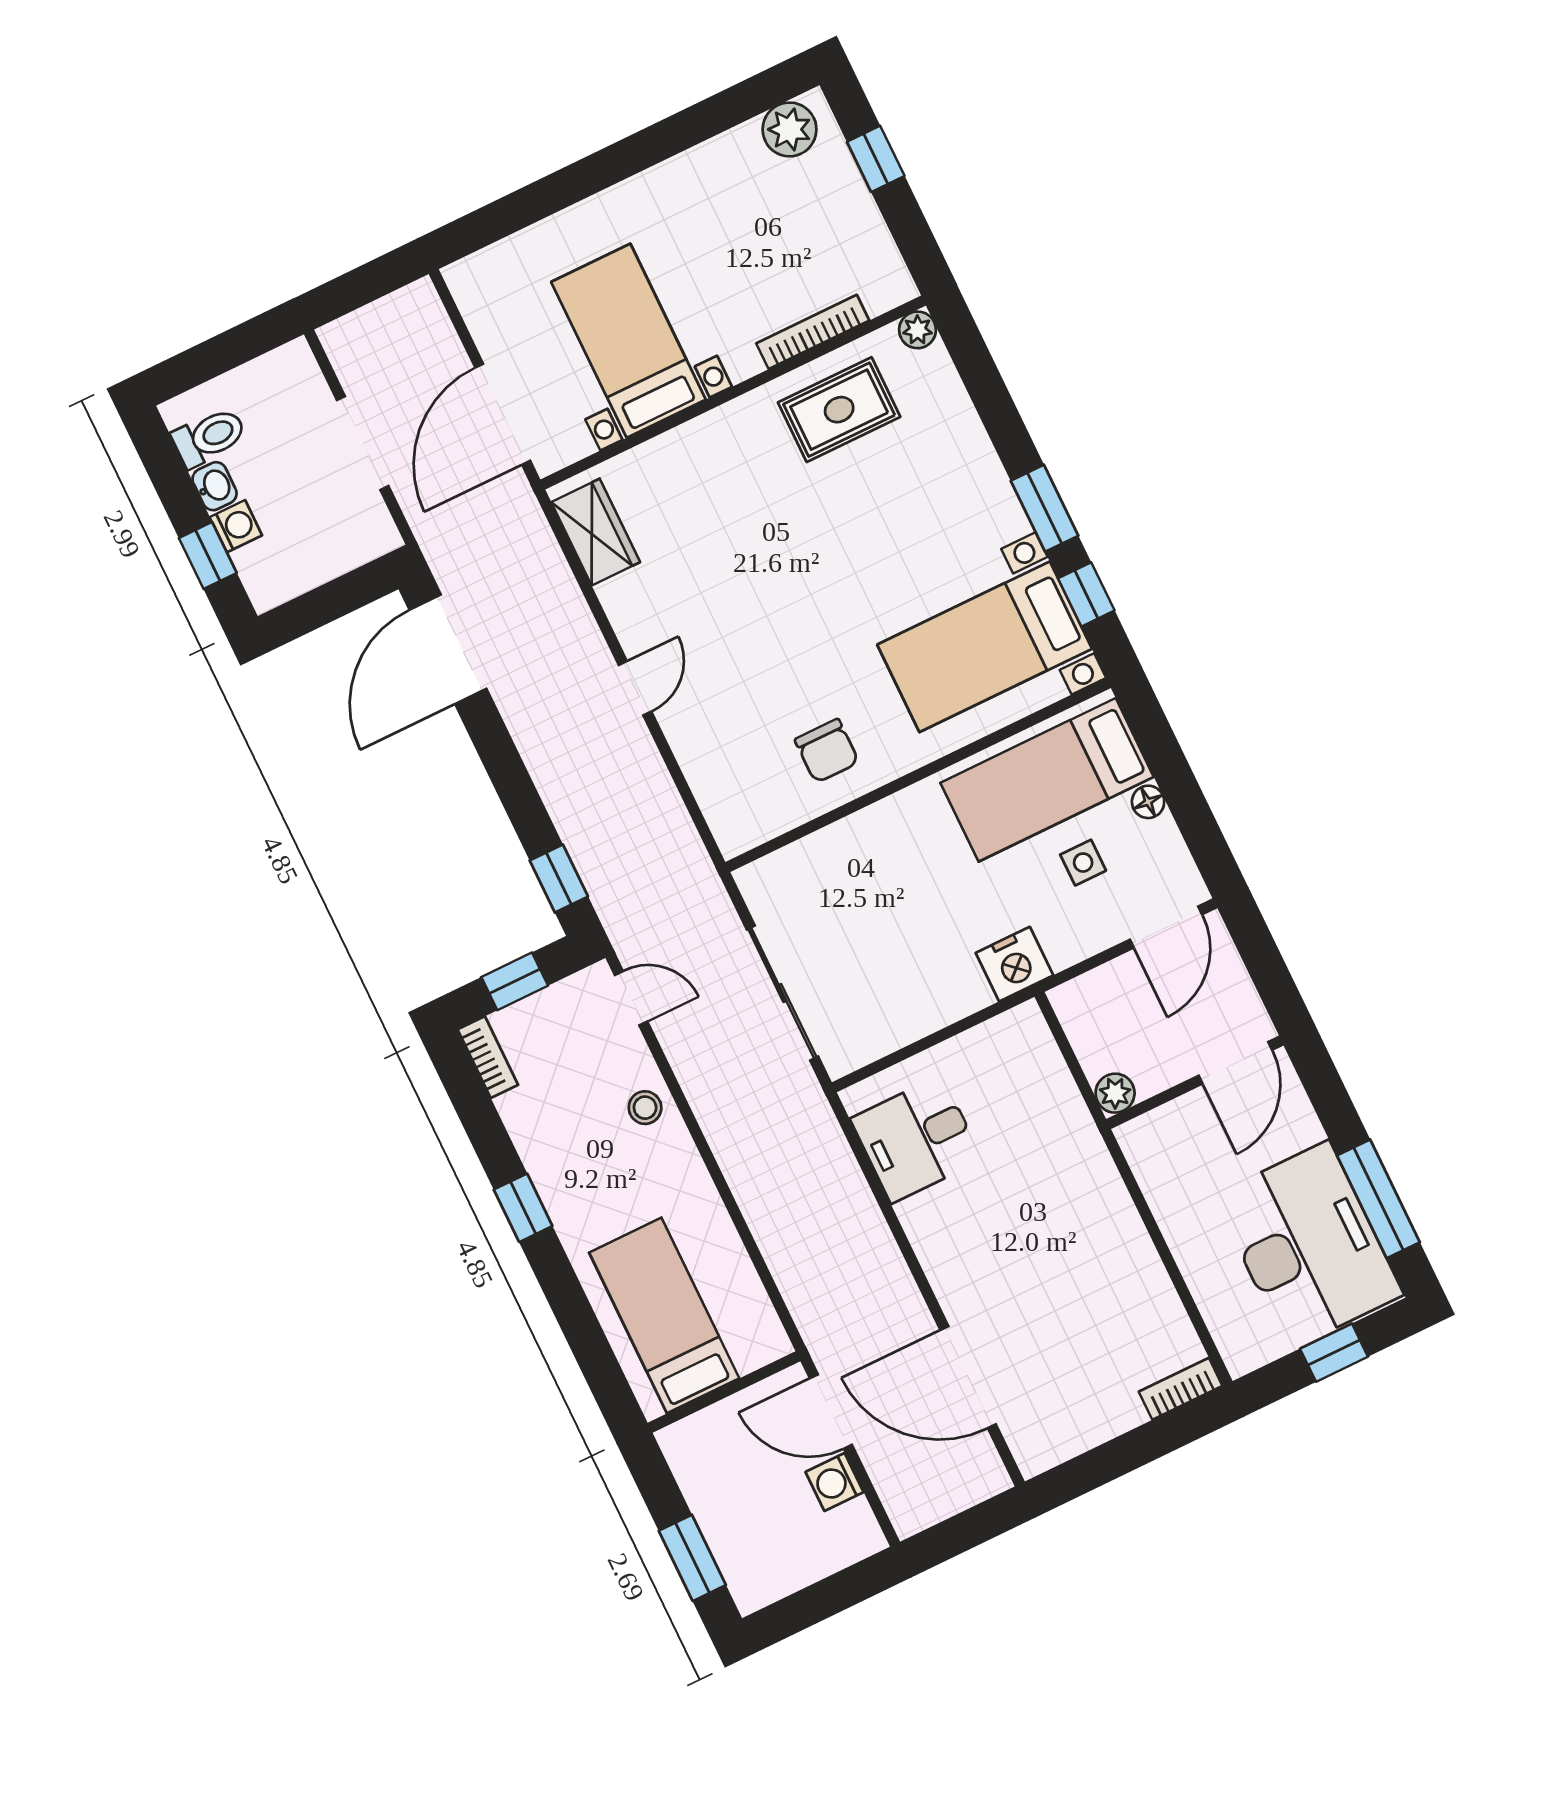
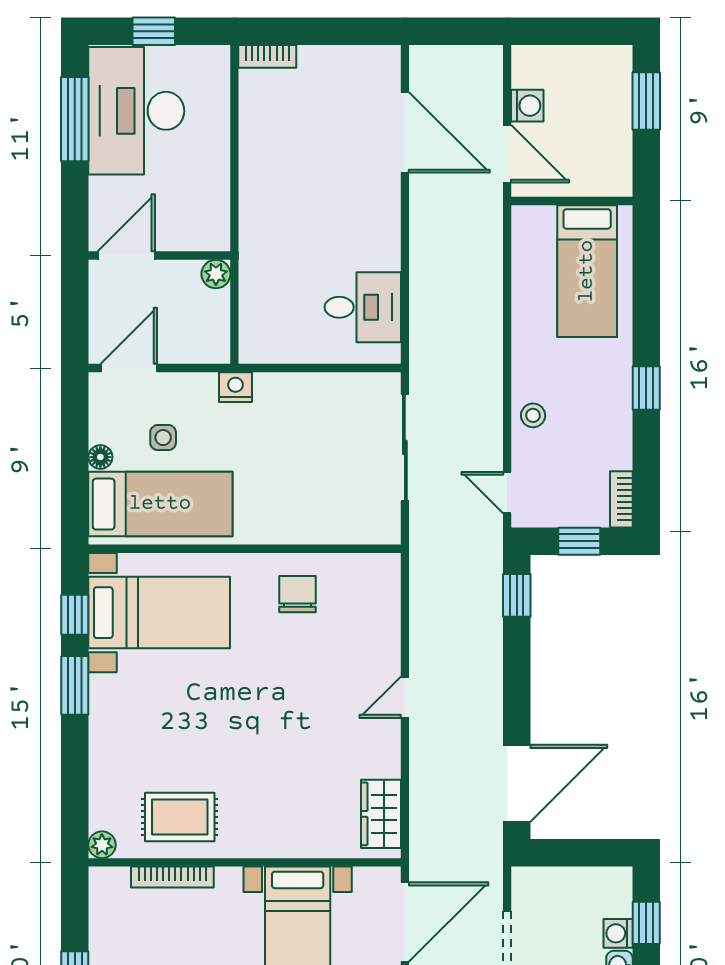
nightstand: (1014, 964) -> (235, 387), width x0.74, depth x0.75

